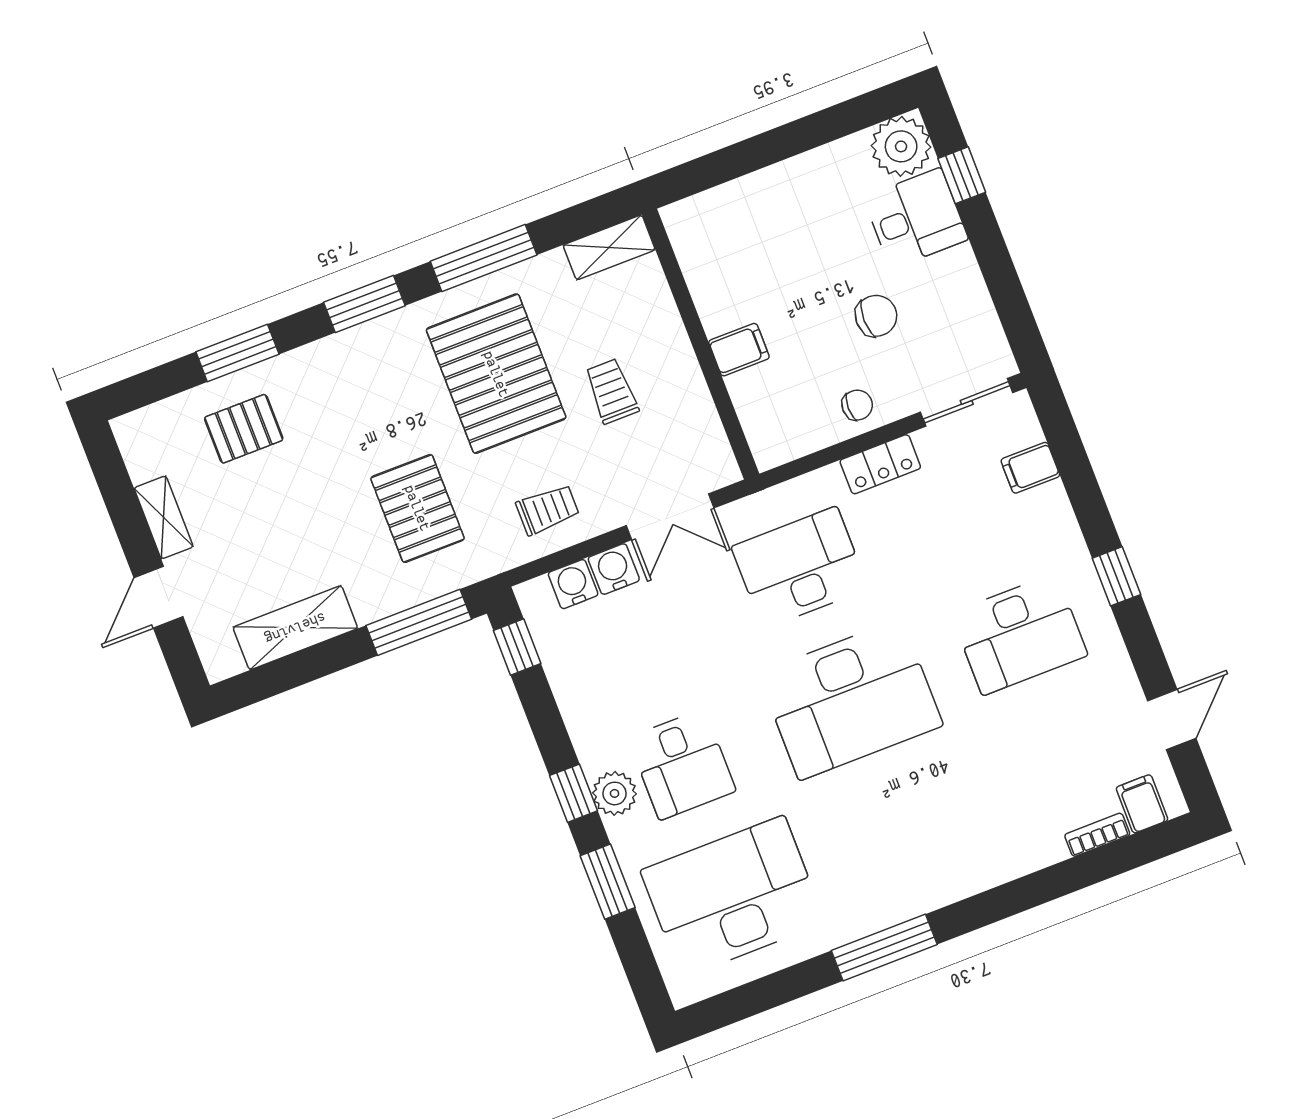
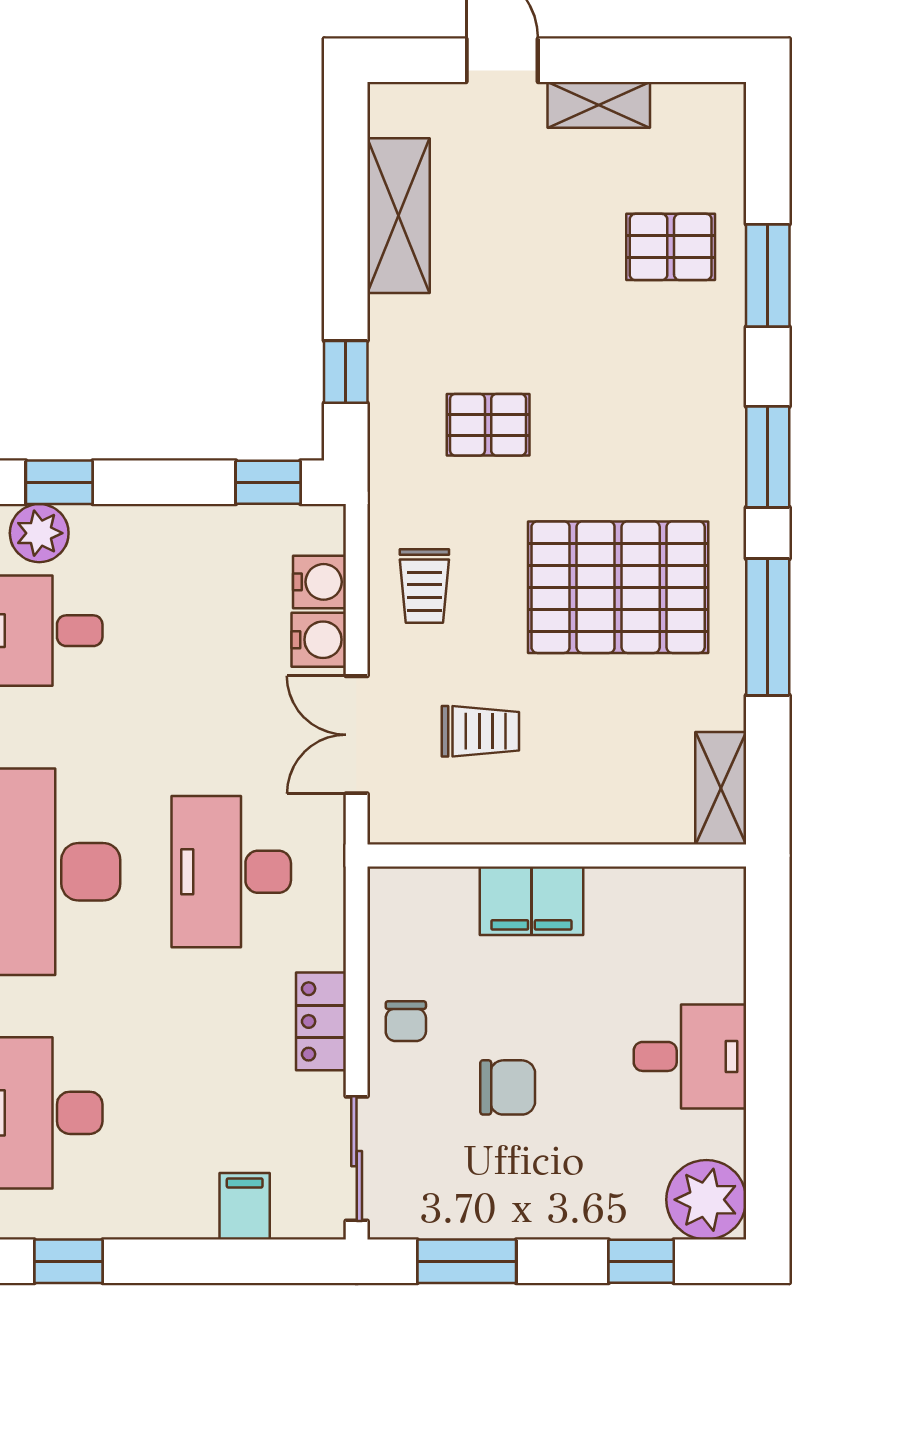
desk: (916, 218) -> (690, 1056), moved, turned -90
window: (1009, 297) -> (467, 1261), added
chair: (876, 316) -> (508, 1087), turned -90
filing cabinet: (739, 350) -> (531, 901), width x2.00
trolley: (612, 391) -> (480, 731), moved
pallet: (244, 429) -> (671, 247), turned 90
pallet: (417, 508) -> (488, 425), width x0.67, depth x0.71
desk: (800, 568) -> (231, 872), turned 180
window: (419, 622) -> (346, 372), width x0.46

